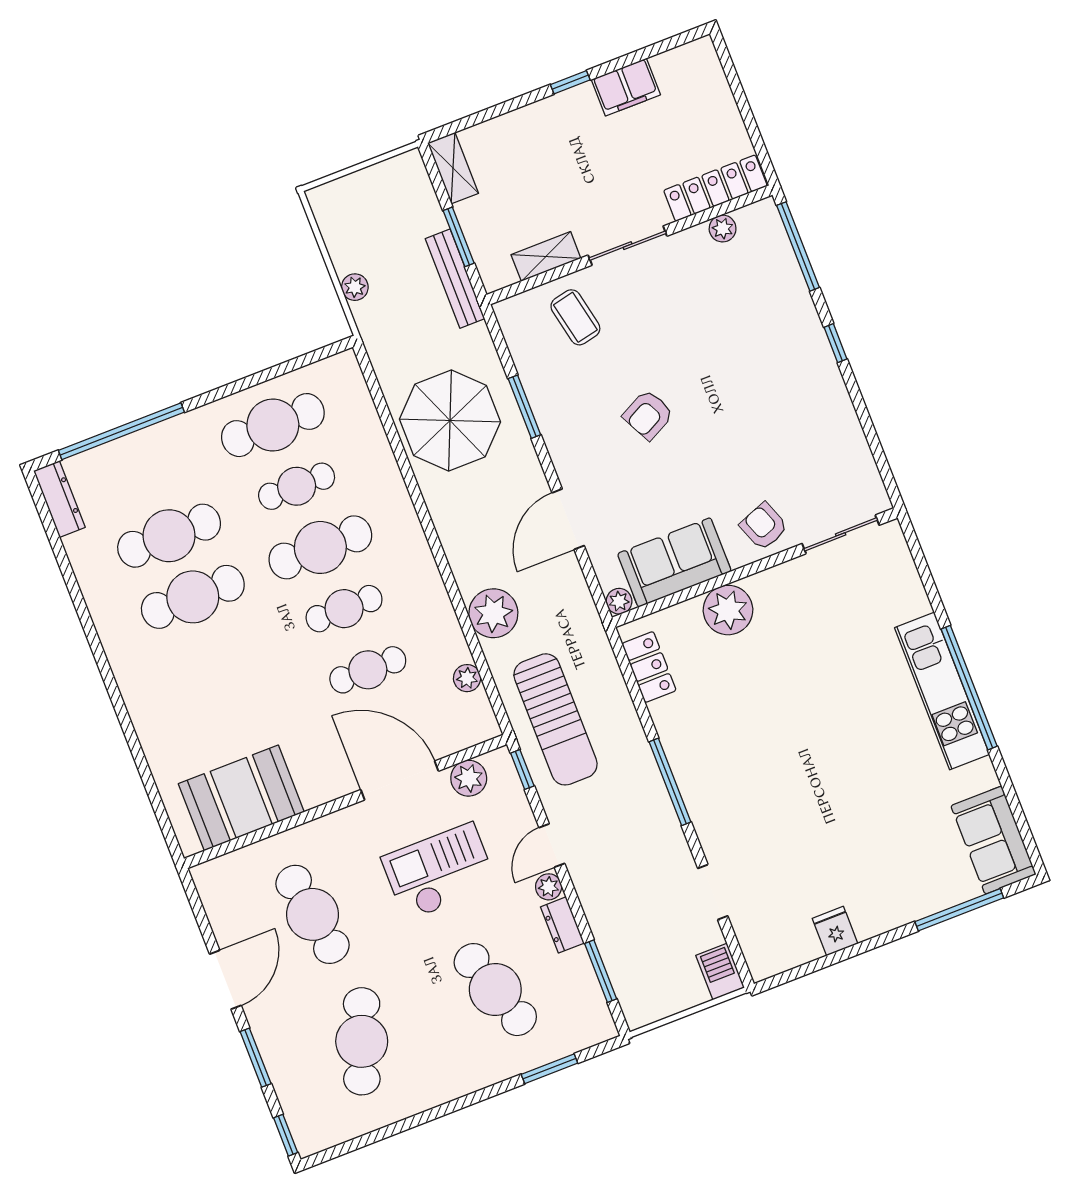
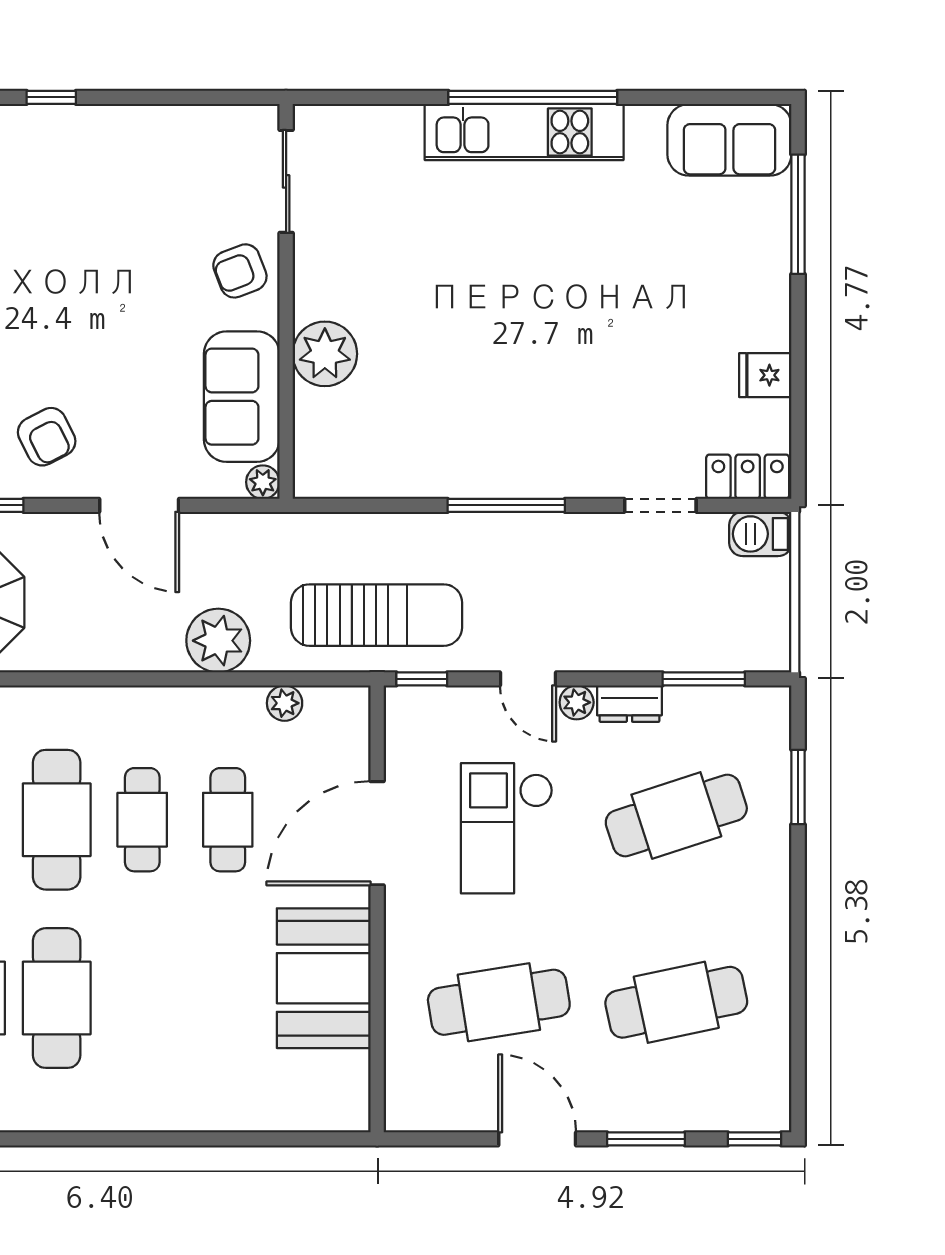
armchair: (648, 415) -> (47, 437), moved
locker: (649, 667) -> (748, 477), moved
plant: (469, 778) -> (407, 748), removed
booth: (241, 798) -> (324, 978), moved
cafe table: (362, 1041) -> (676, 1002), turned -33

